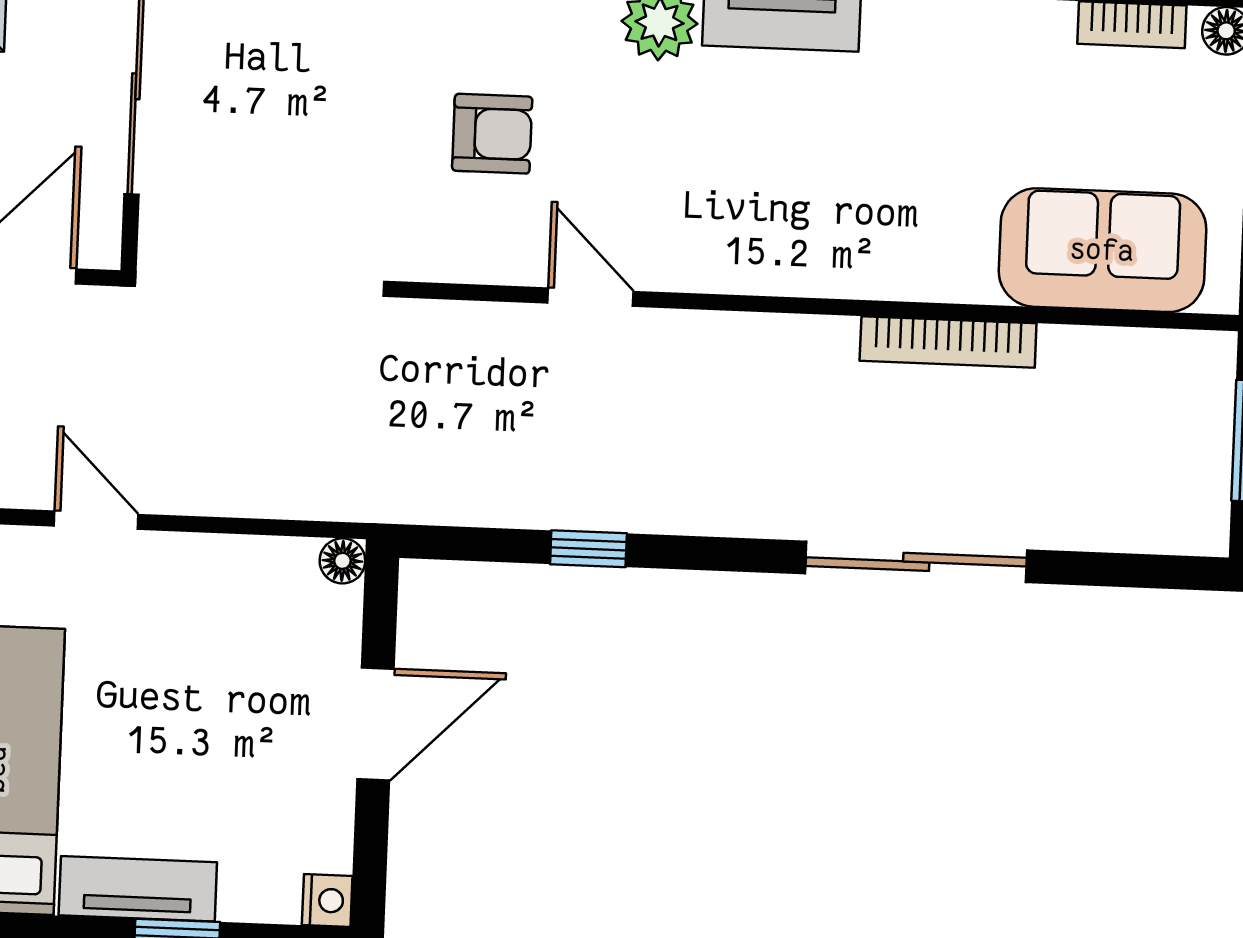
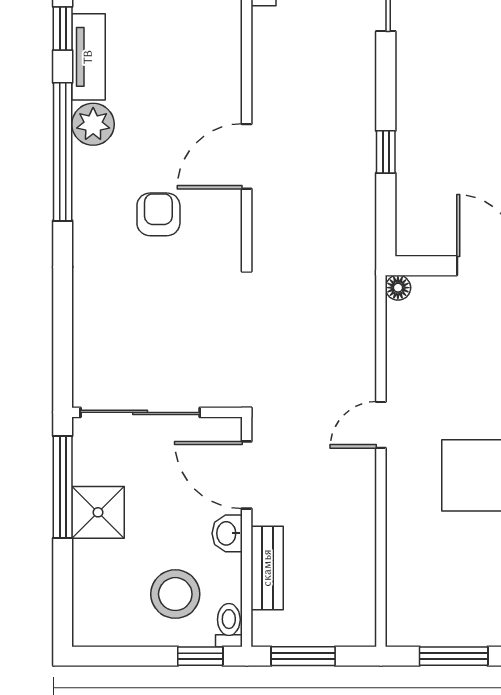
door: (591, 297) -> (247, 156), width x1.38

